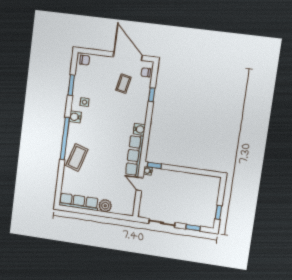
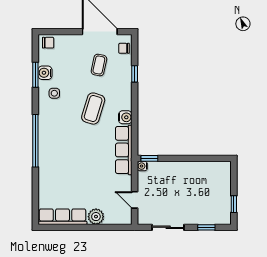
water cooler: (75, 117) -> (45, 73), moved
coffee table: (77, 158) -> (93, 109), moved
door: (140, 184) -> (135, 200), moved

